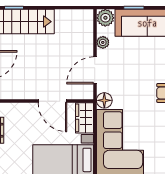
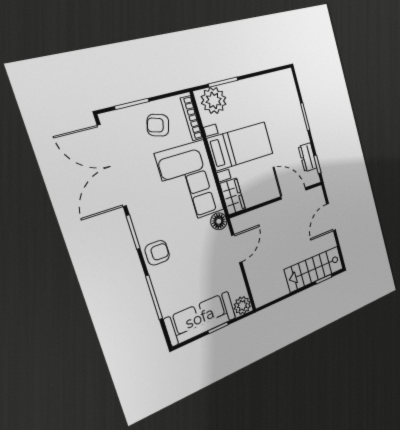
plant: (103, 42) -> (238, 280), removed
door: (52, 101) -> (294, 193), moved

